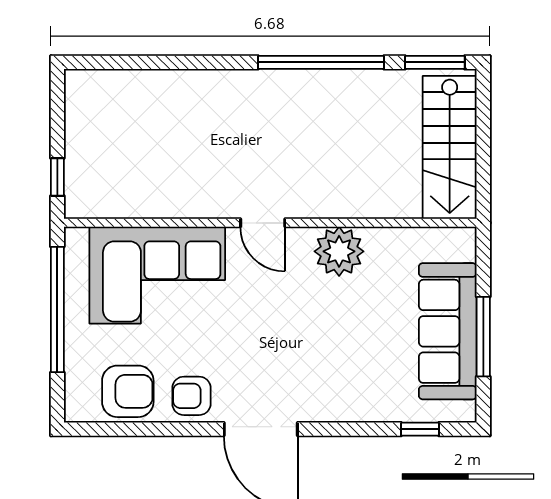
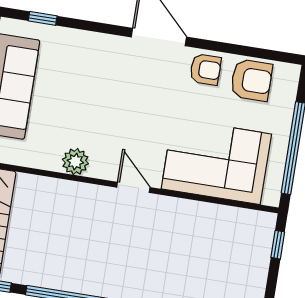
plant: (339, 251) -> (75, 162), width x0.73, depth x0.73
armchair: (128, 391) -> (251, 80), turned 180

